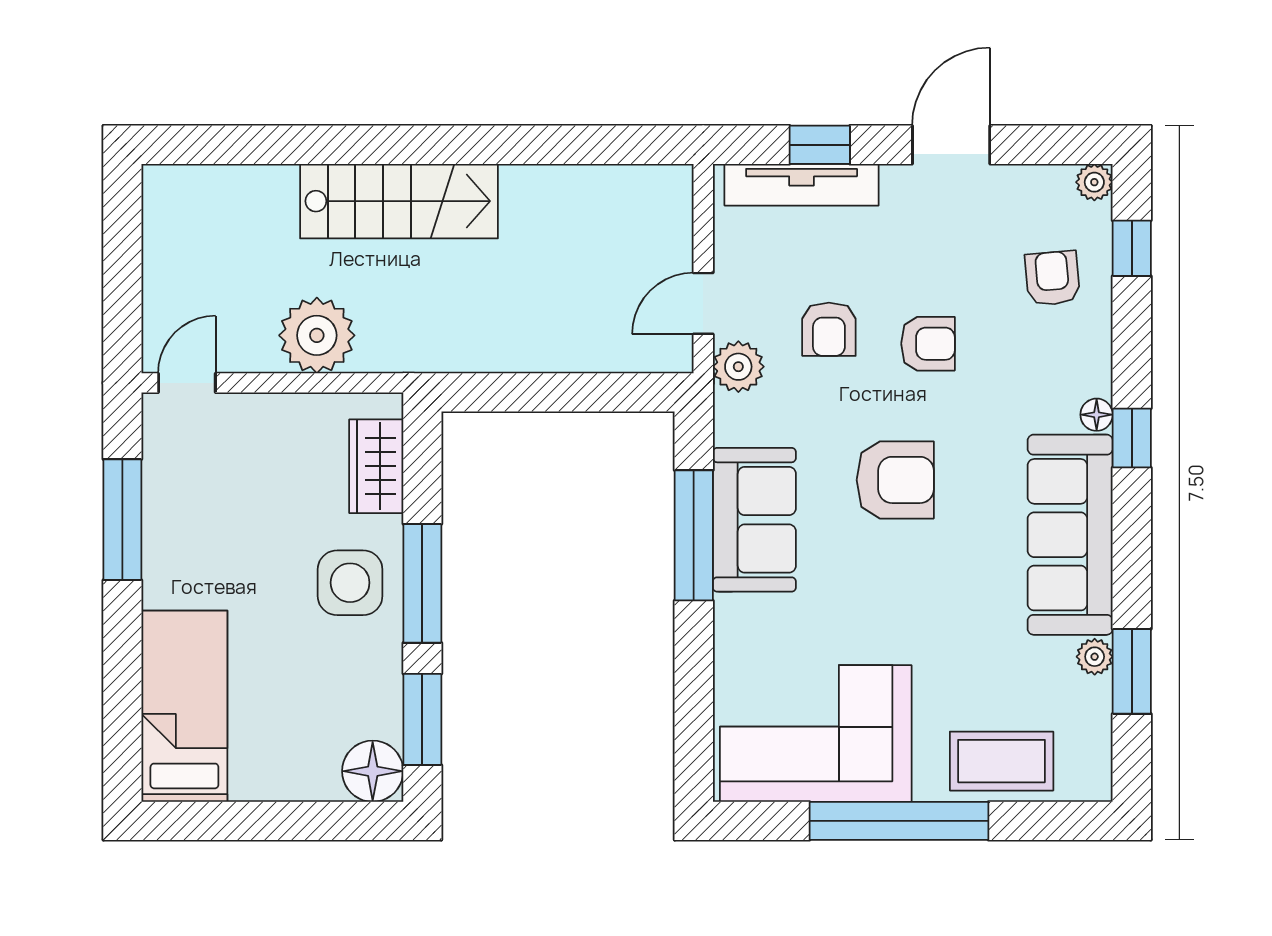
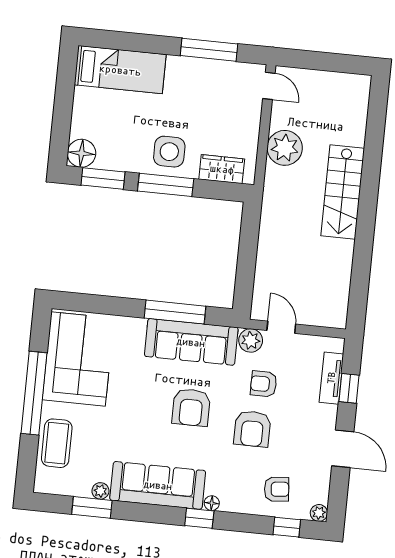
tv unit: (802, 185) -> (331, 378), width x0.71
armchair: (928, 344) -> (252, 429), width x1.38, depth x1.38
sofa: (754, 520) -> (191, 342), width x1.36

